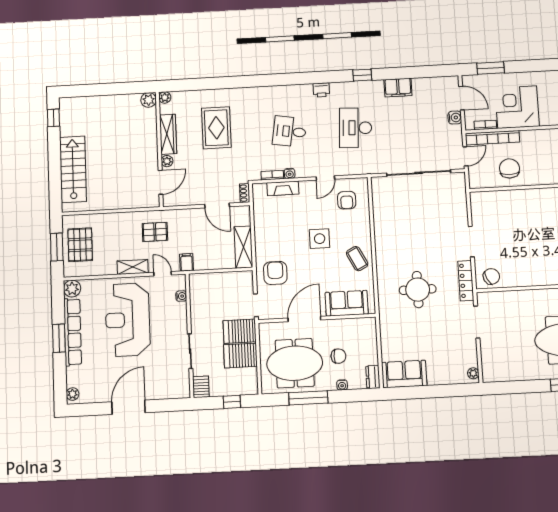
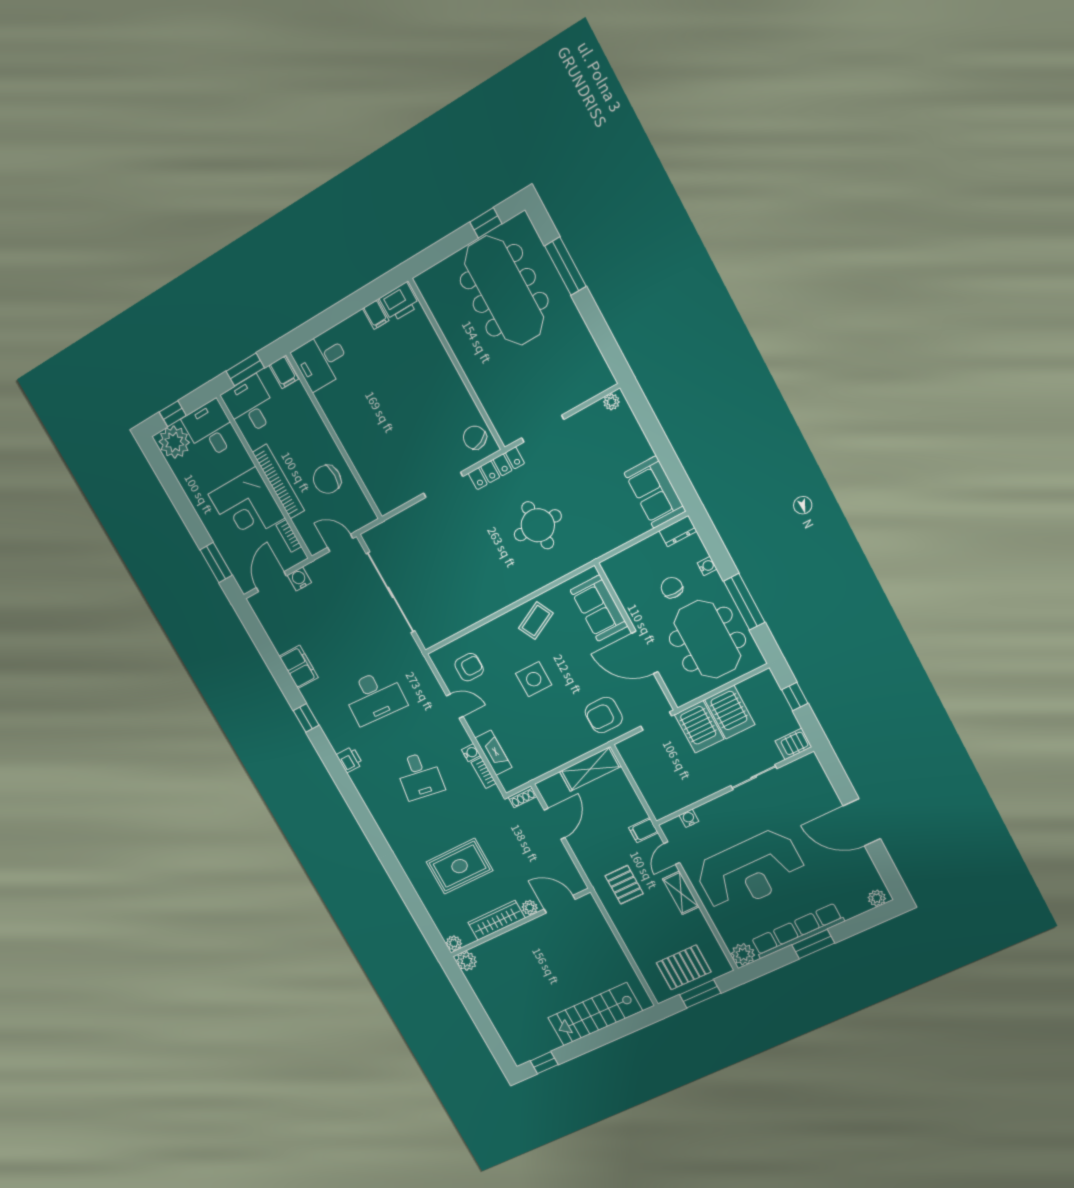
bookcase: (492, 138) -> (278, 481), moved

